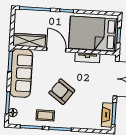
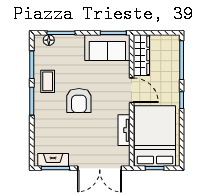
door: (56, 50) -> (132, 90), hinge flipped
sofa: (21, 73) -> (107, 48), width x0.73
armchair: (62, 92) -> (79, 100), turned 144

